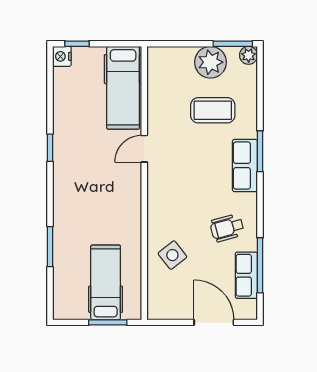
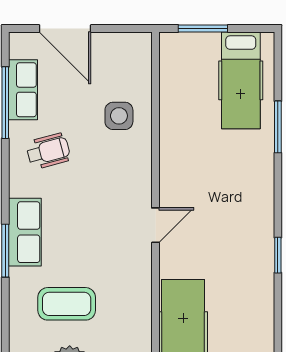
door: (144, 149) -> (155, 225), moved
side table: (172, 255) -> (119, 116), turned 38
hospital bed: (106, 282) -> (241, 80), moved

